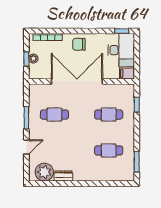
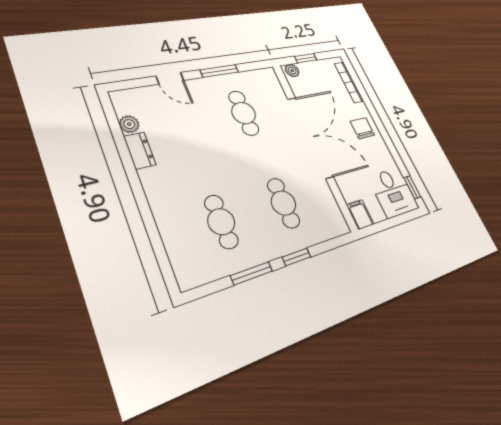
desk: (121, 50) -> (393, 192), width x0.73
plant: (33, 59) -> (292, 70), moved
window: (137, 105) -> (296, 257), moved
window: (137, 162) -> (252, 273), moved
plant: (44, 172) -> (129, 124), width x0.53, depth x0.53

